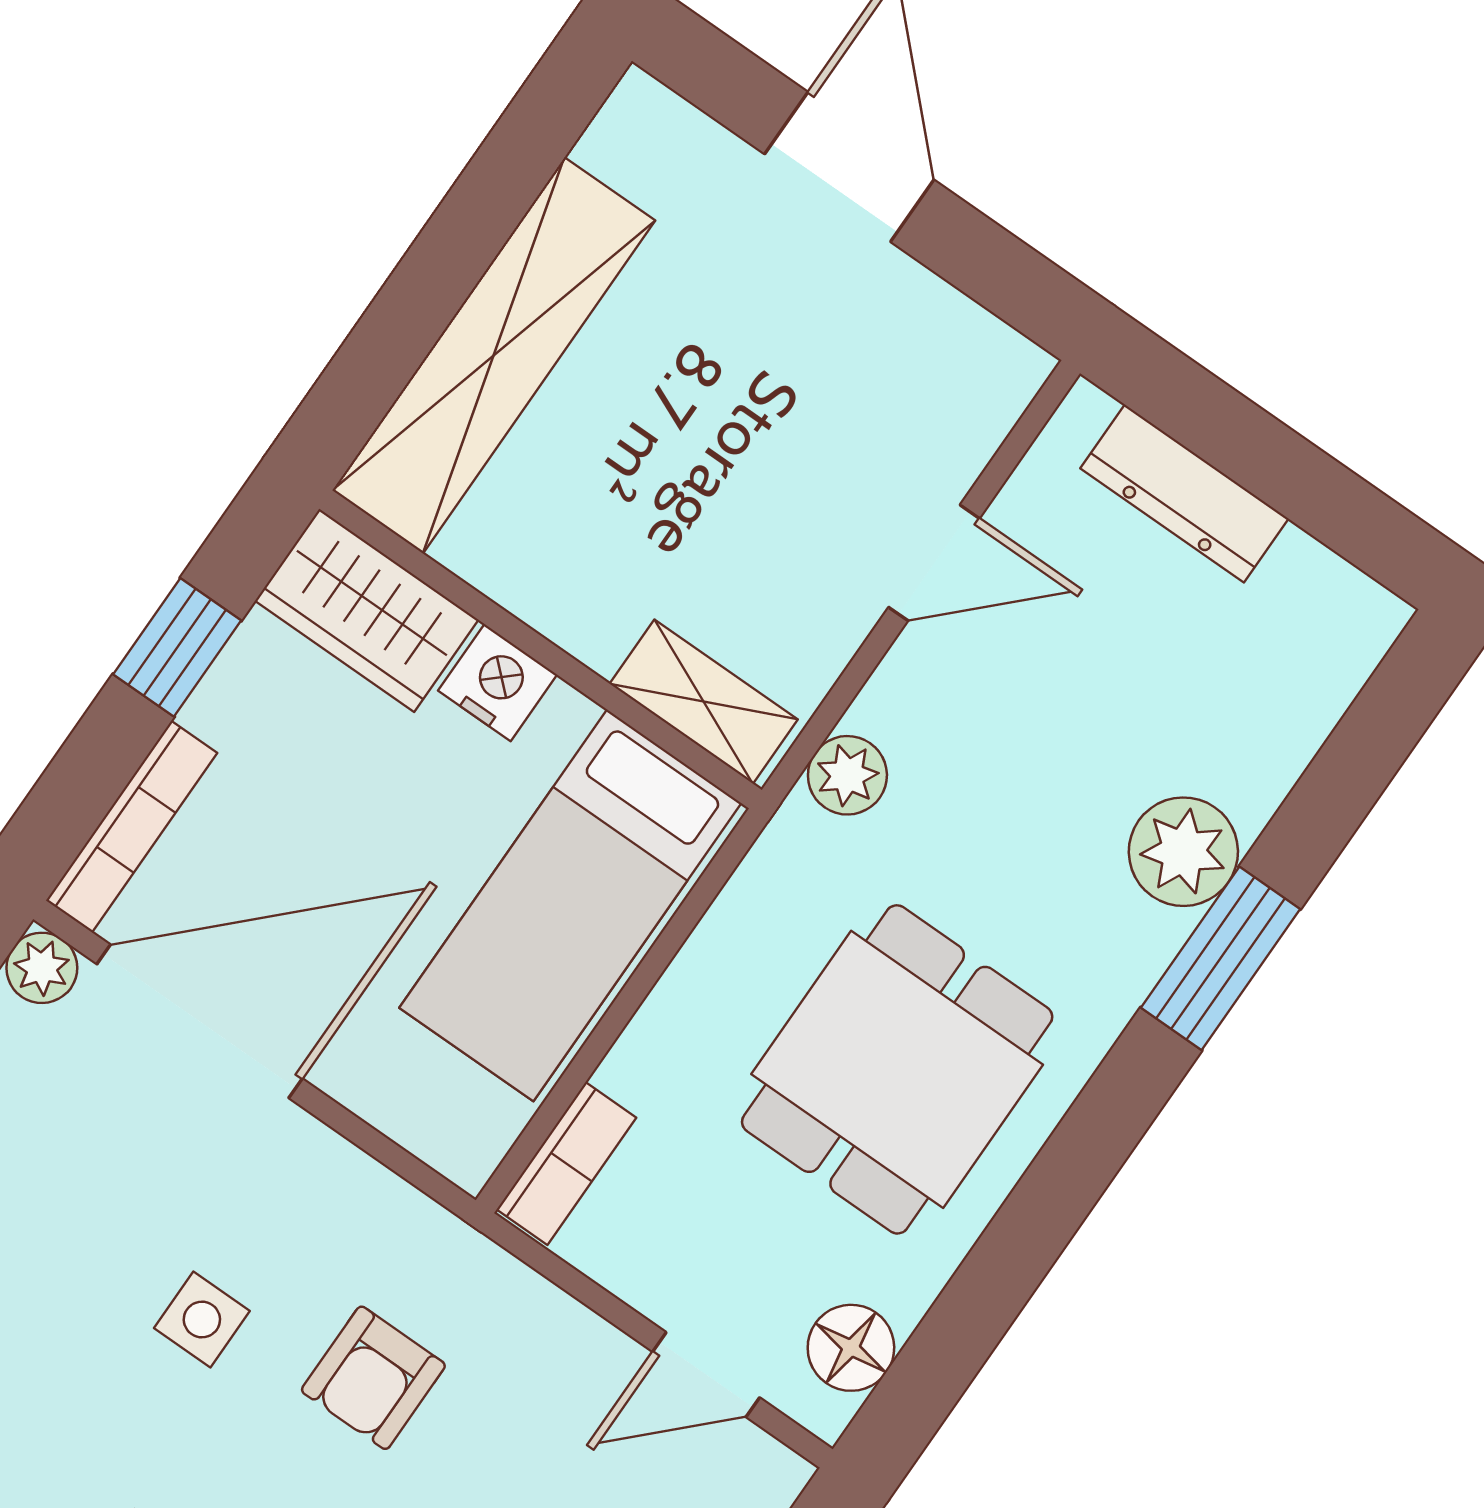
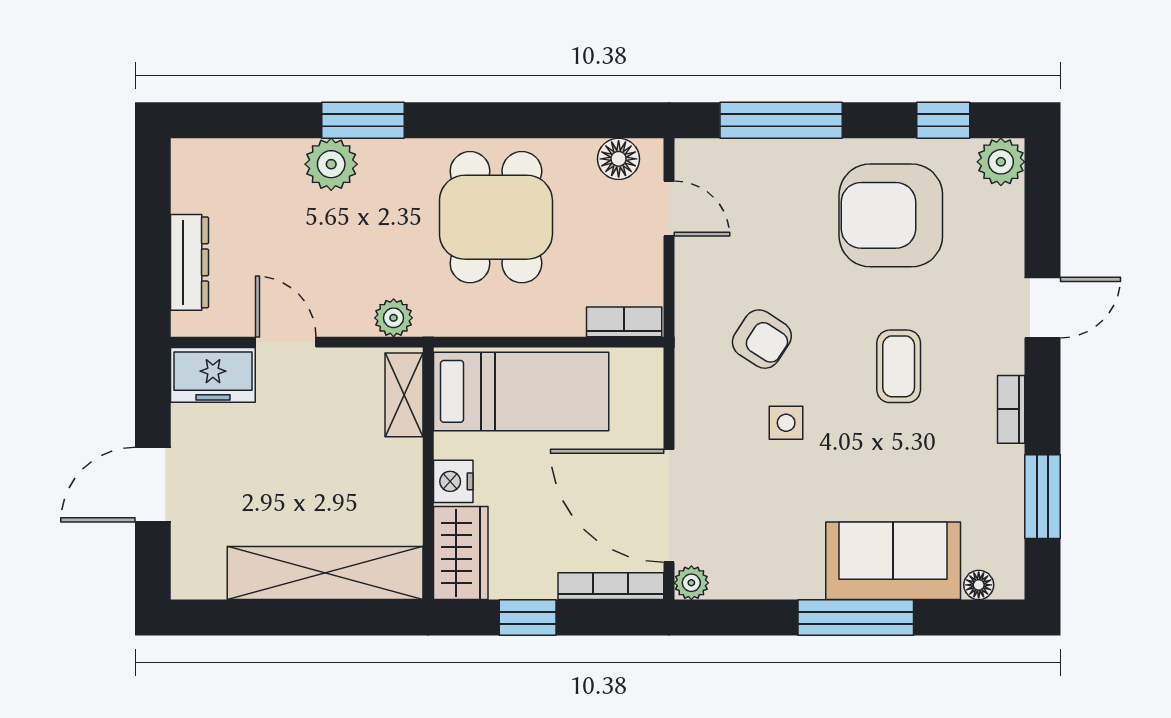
freezer: (965, 400) -> (213, 375), added
dining table: (897, 1069) -> (496, 217), turned 90
armchair: (373, 1378) -> (762, 339), turned 33

